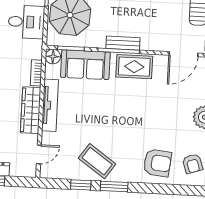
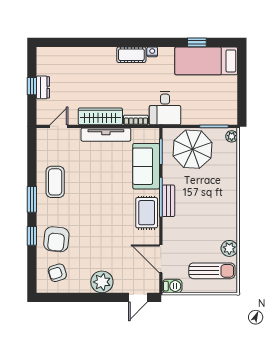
desk: (26, 22) -> (165, 108), moved
floor lamp: (53, 57) -> (152, 135), removed
door: (39, 154) -> (59, 126), swing flipped
coffee table: (97, 161) -> (55, 182), turned -35
window: (81, 185) -> (32, 236), moved

